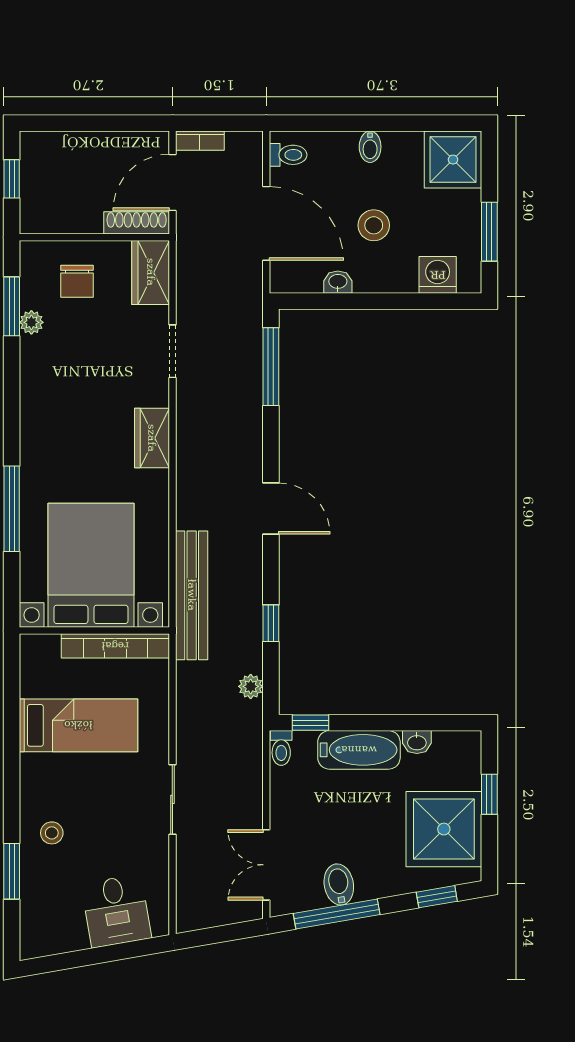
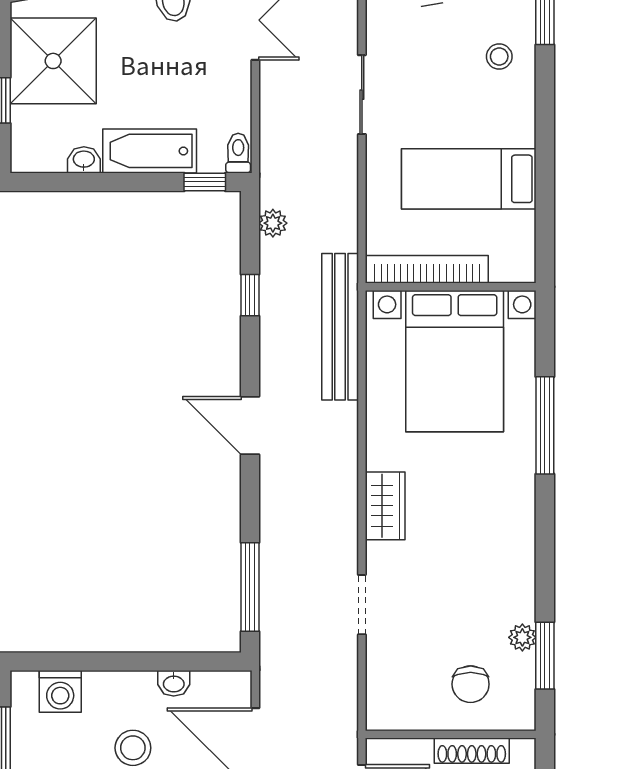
shoe rack: (137, 223) -> (472, 751), moved
wardrobe: (151, 272) -> (387, 694), removed
chair: (77, 281) -> (471, 684), turned 180

